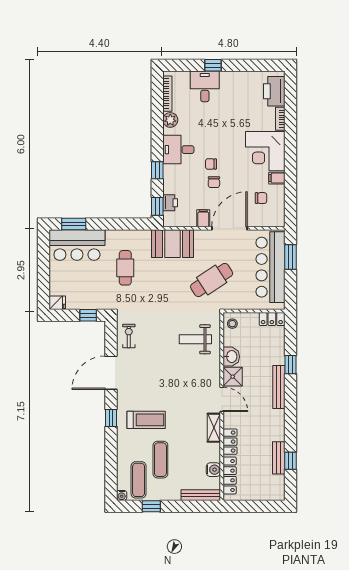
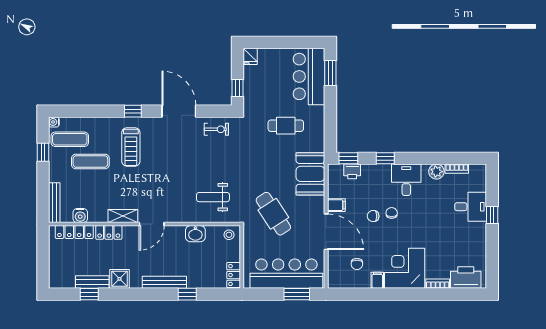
bookcase: (167, 94) -> (457, 169), width x0.64
weight bench: (195, 339) -> (213, 197), turned -90
shower: (233, 377) -> (120, 279), moved

